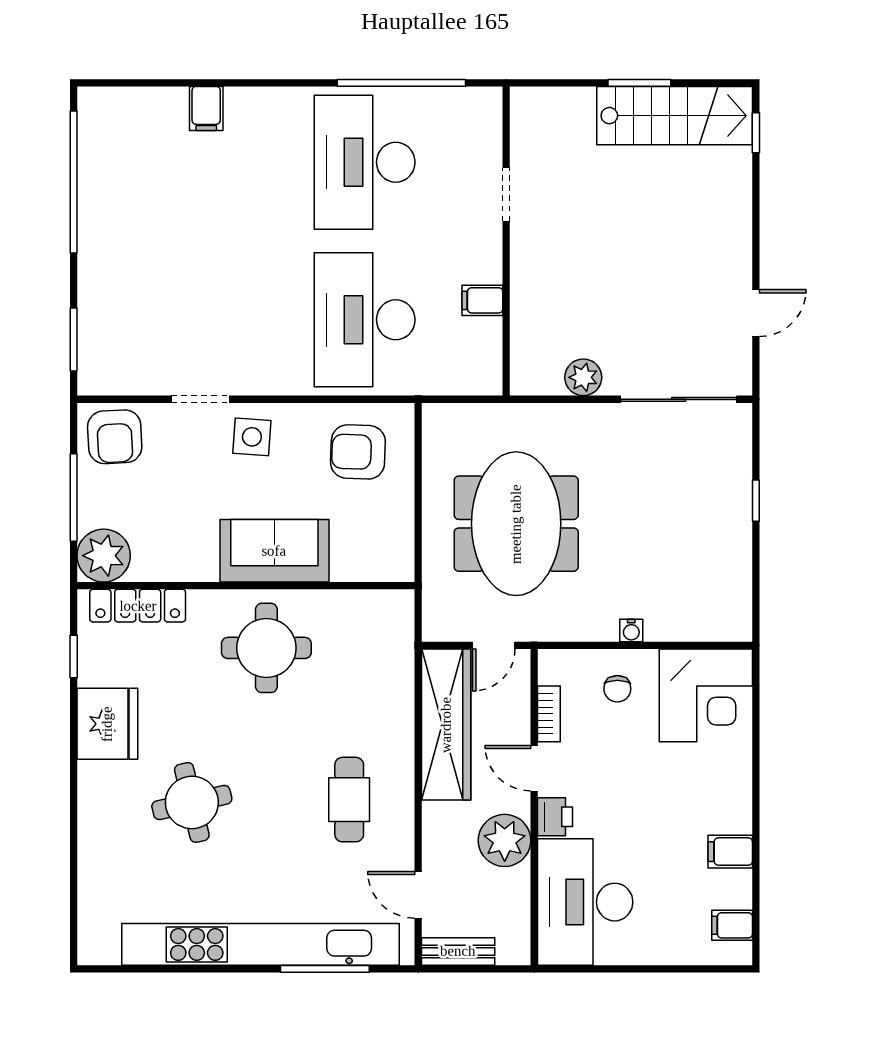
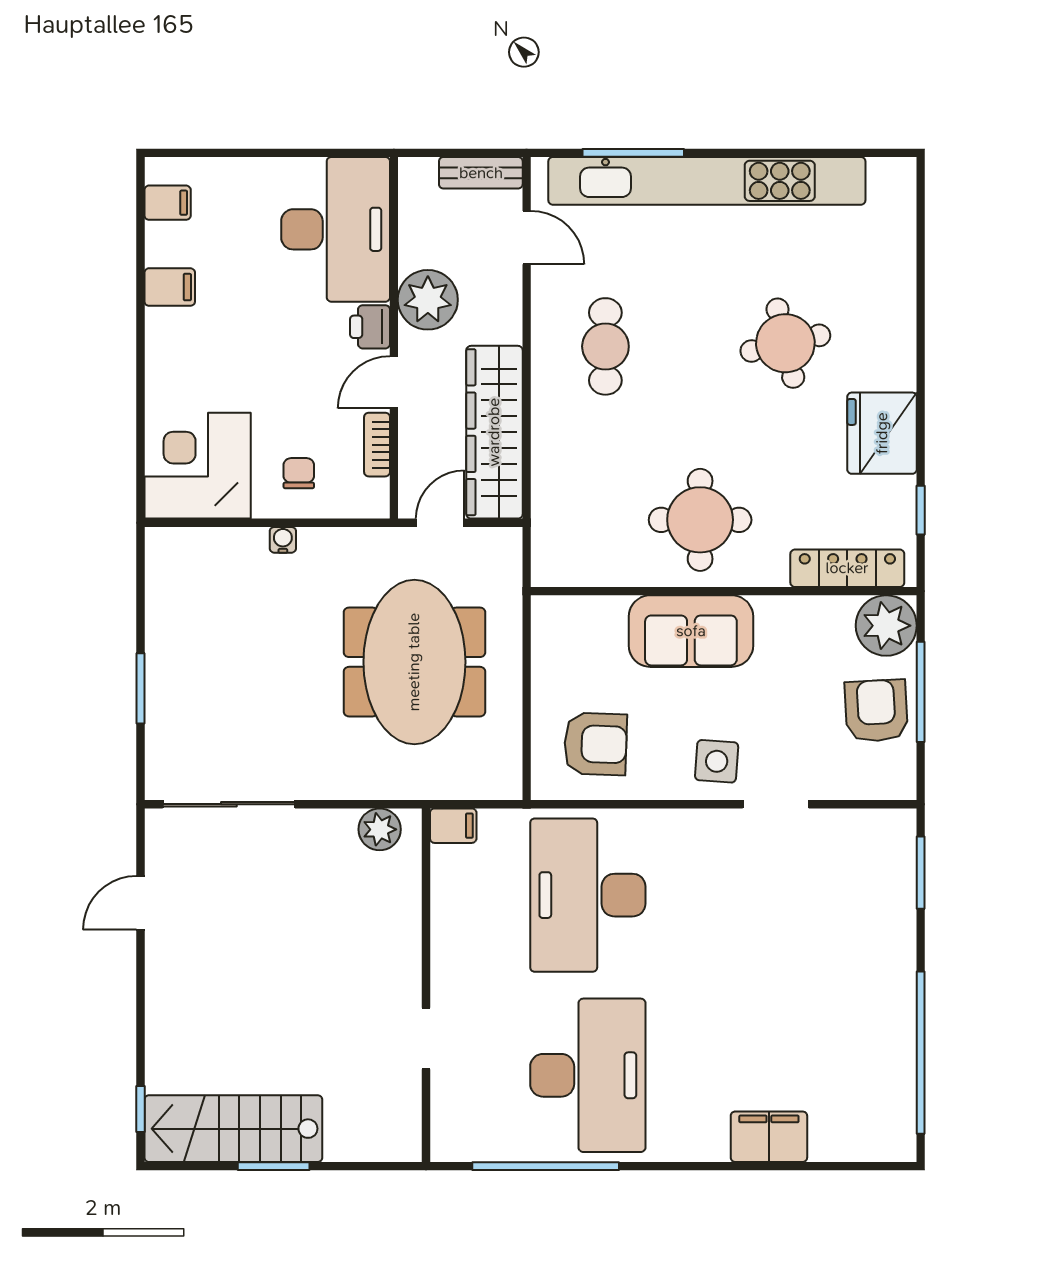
filing cabinet: (206, 109) -> (769, 1137), width x2.00
filing cabinet: (482, 300) -> (453, 826), moved
desk: (365, 320) -> (588, 895), turned 180
plant: (583, 377) -> (380, 829), moved
armchair: (115, 437) -> (876, 711), moved
window: (756, 501) -> (141, 688), width x1.50
door: (534, 768) -> (394, 382), swing flipped

